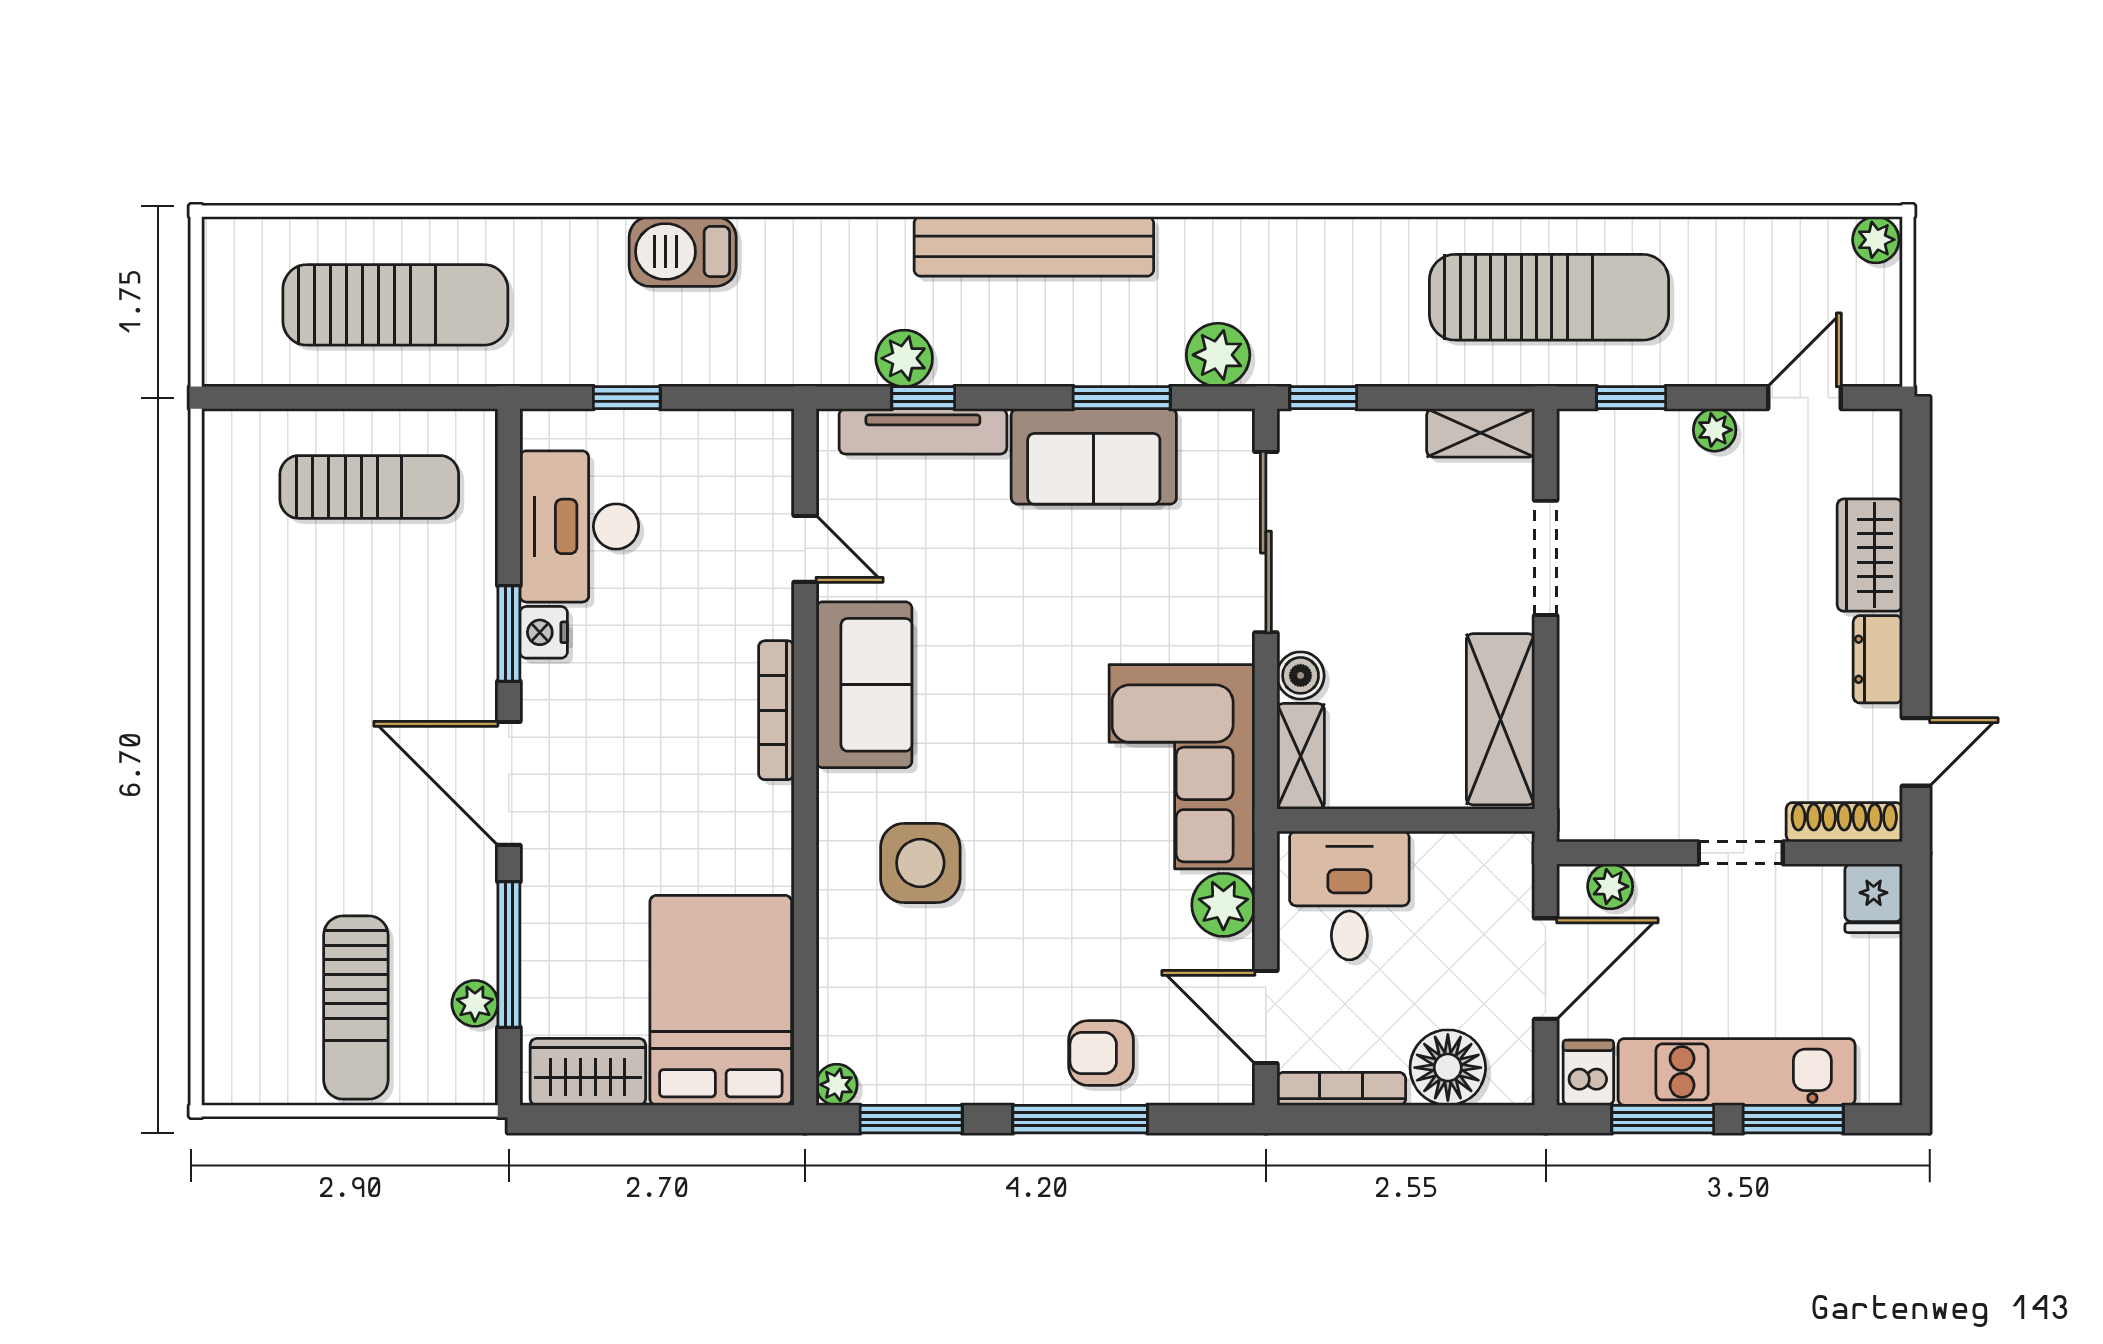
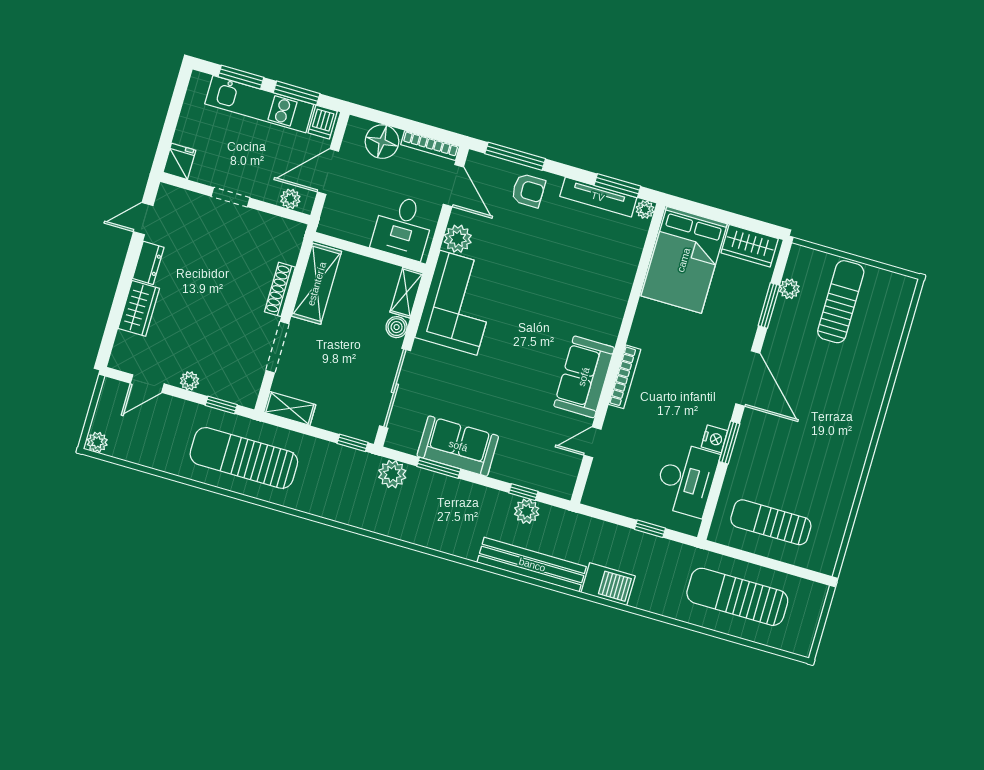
bench: (1034, 246) -> (532, 565), moved
tv unit: (923, 431) -> (598, 197), moved, turned 180
door: (805, 549) -> (592, 442), hinge flipped
shoe rack: (1844, 822) -> (280, 289), moved, turned 90
side table: (920, 863) -> (582, 294), removed
window: (509, 954) -> (769, 306), width x0.69
window: (1080, 1119) -> (515, 156), moved

